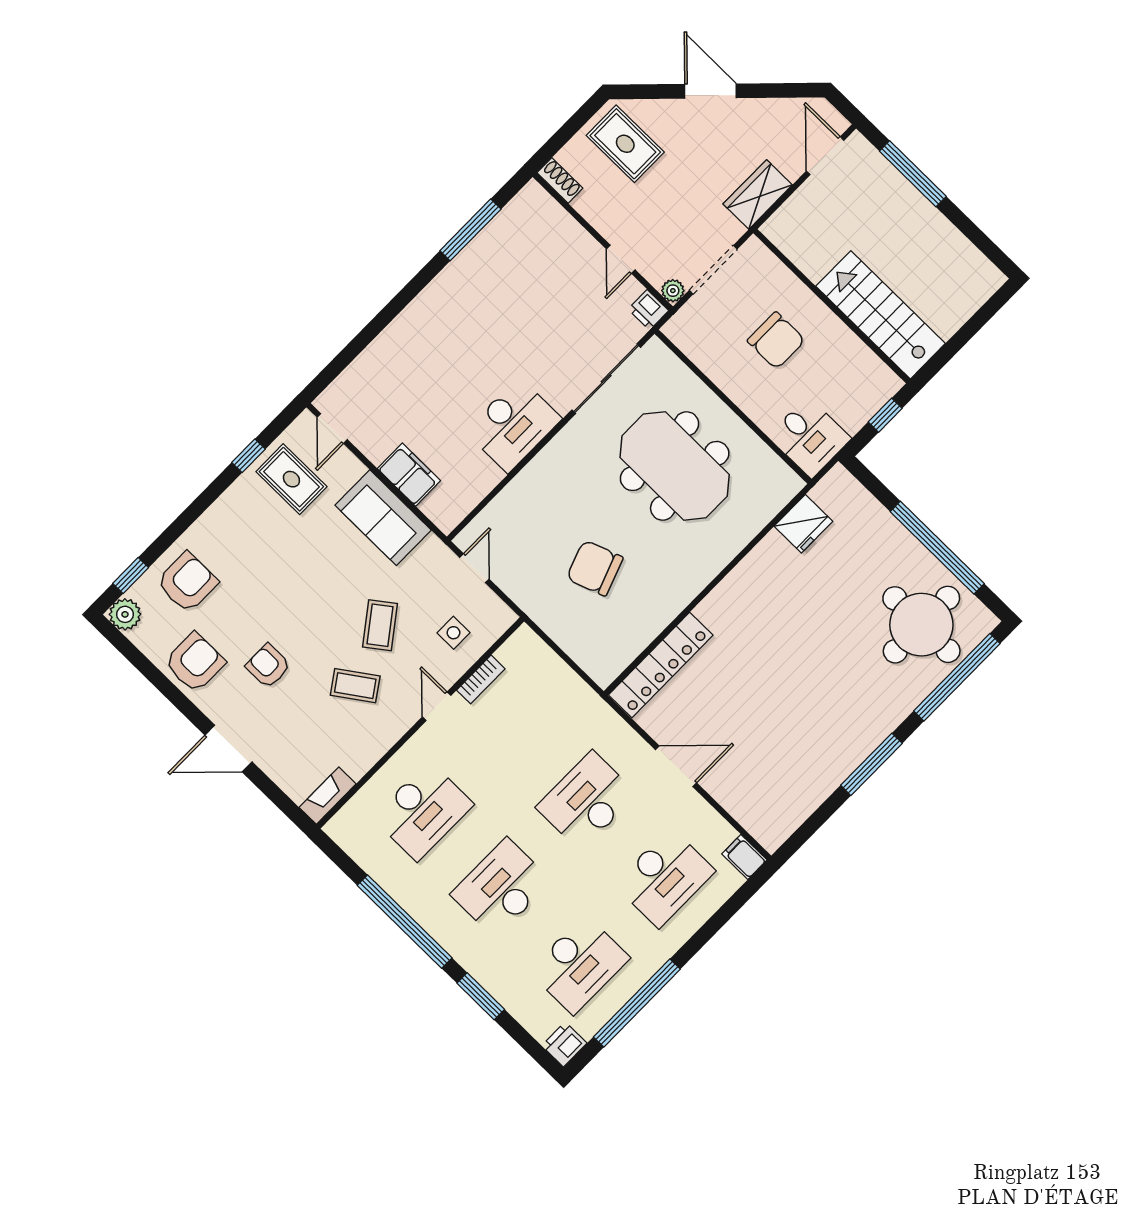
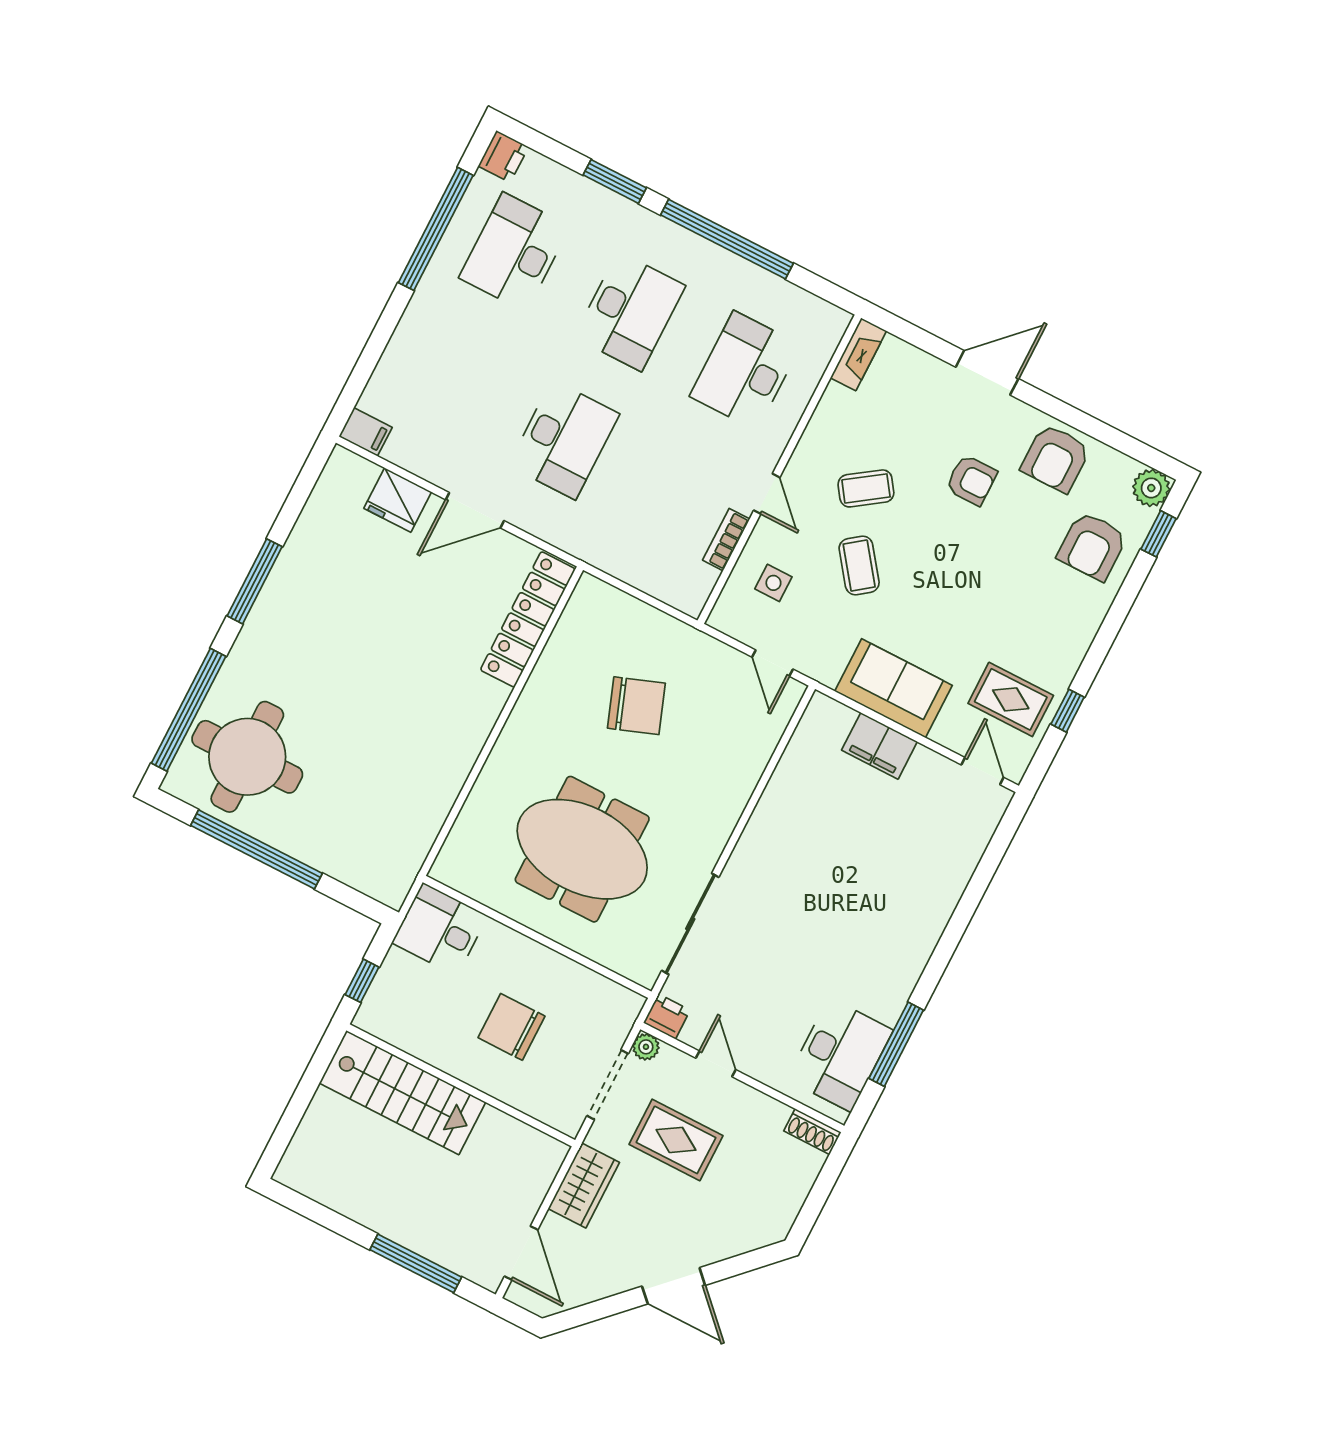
rug: (625, 144) -> (676, 1140), moved
desk: (513, 425) -> (840, 1055), moved, turned 180
fridge: (803, 524) -> (398, 500), moved, turned -90
desk: (665, 878) -> (449, 380), removed

